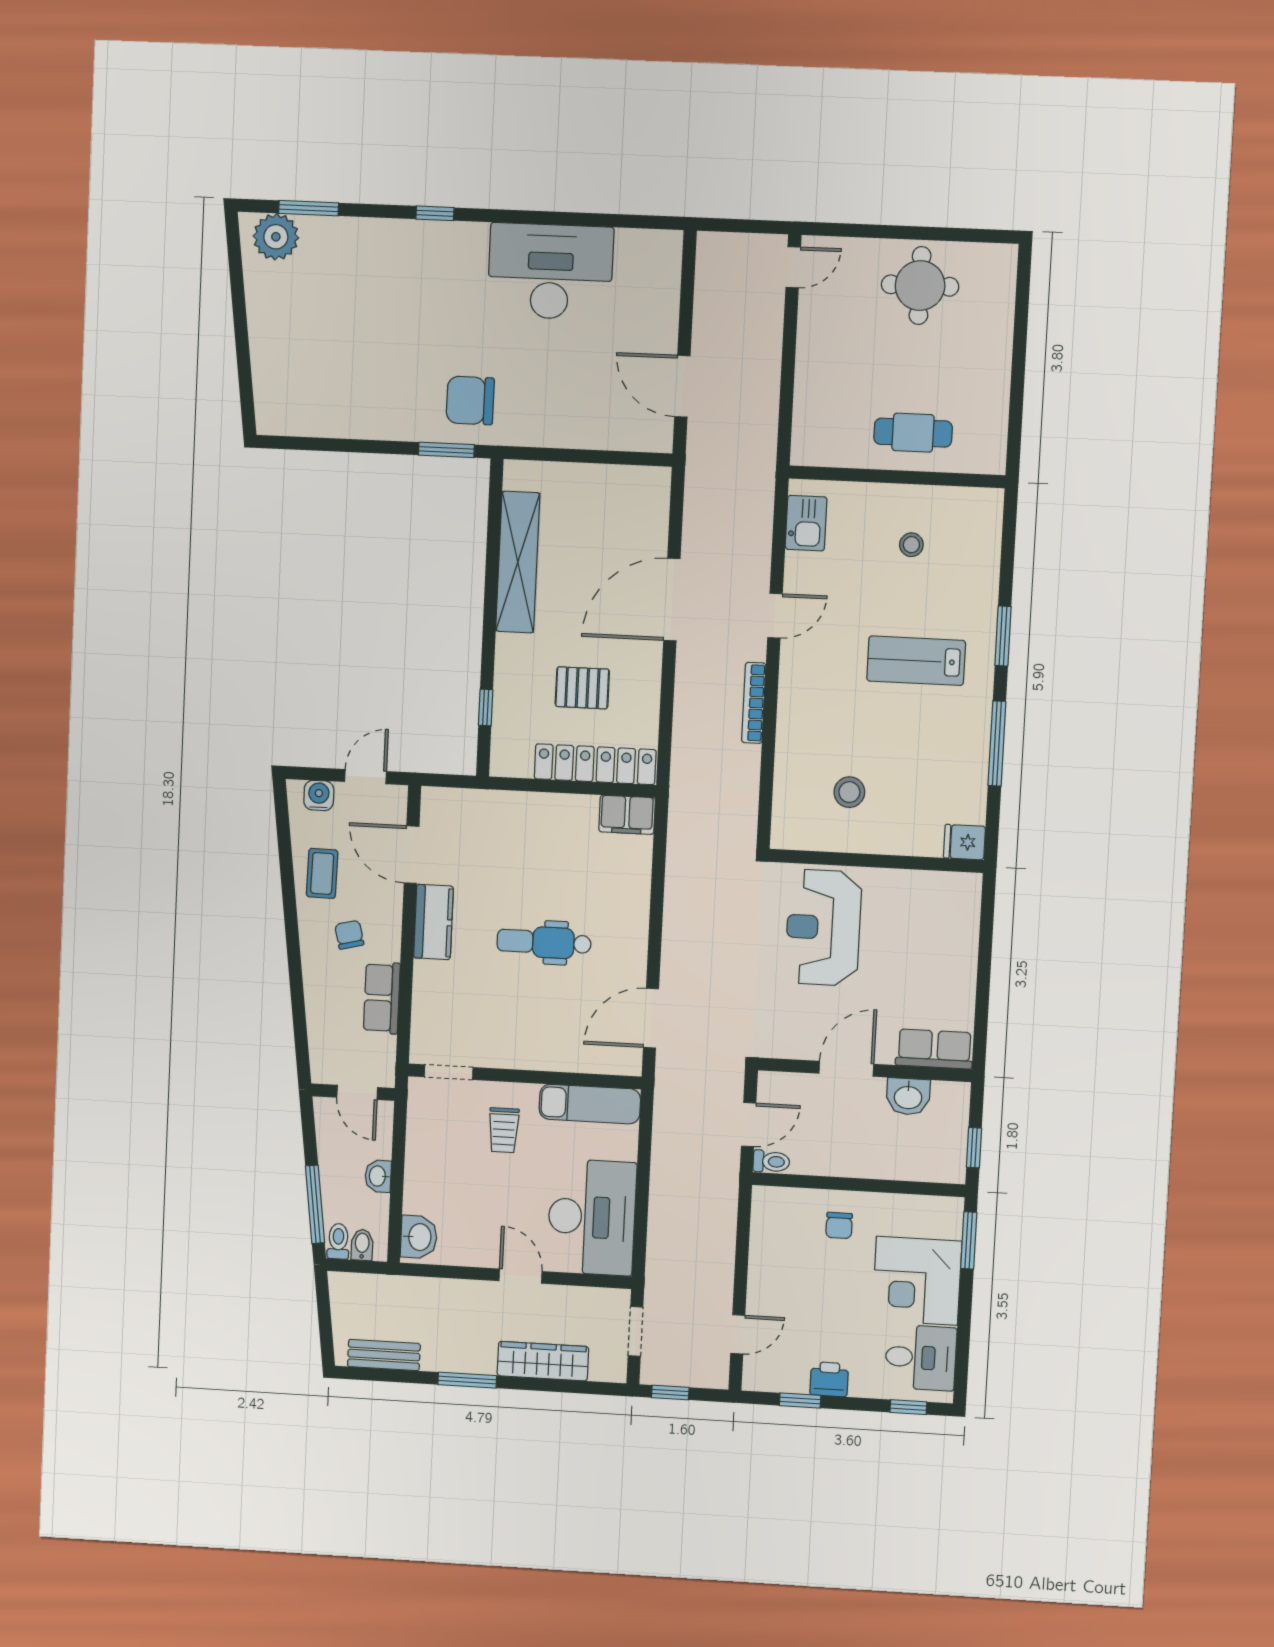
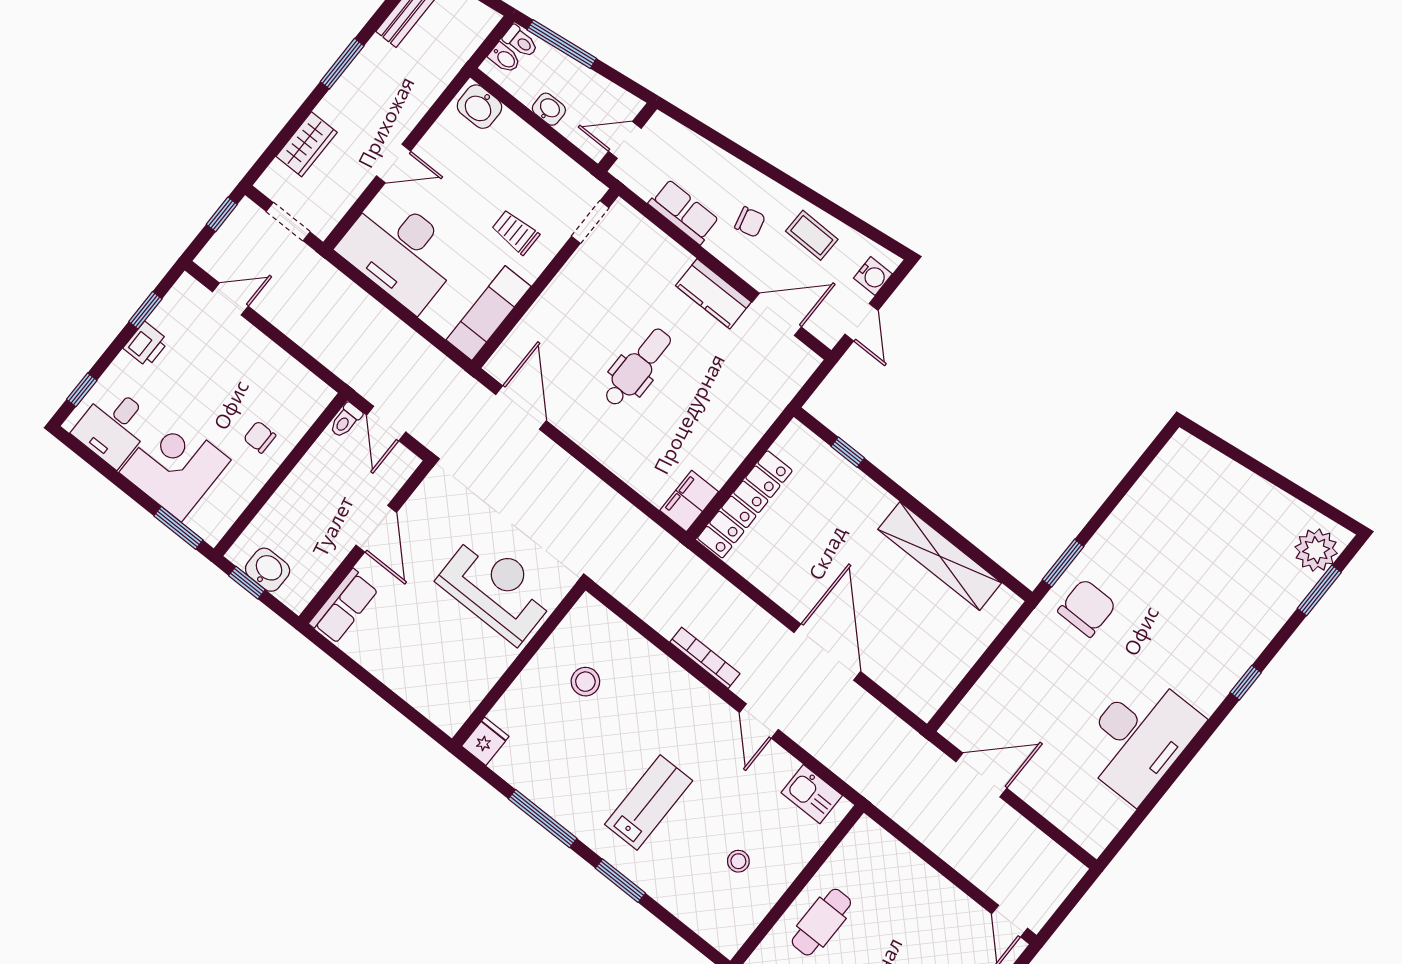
pallet: (582, 688) -> (810, 536), removed
washbasin: (908, 1097) -> (268, 570), moved, turned 90
door: (738, 1334) -> (230, 299), swing flipped
wardrobe: (543, 1361) -> (307, 144), width x0.67

